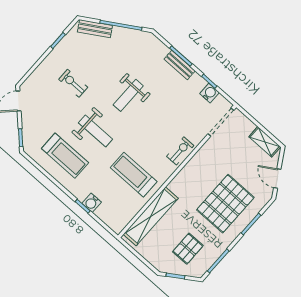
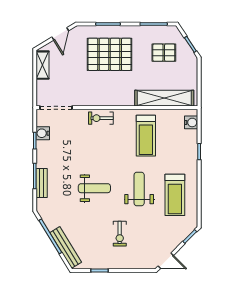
bench: (95, 29) -> (66, 247), width x1.36
bench: (180, 65) -> (42, 183), moved
treadmill: (65, 156) -> (175, 195), turned 180
water cooler: (92, 203) -> (191, 122), moved

